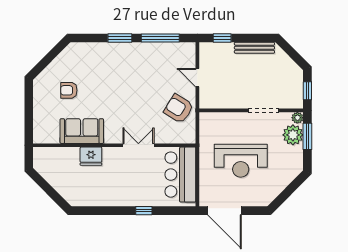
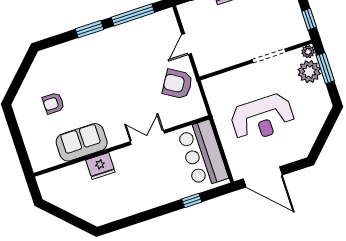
door: (197, 78) -> (187, 44), hinge flipped
window: (144, 211) -> (192, 200), moved

